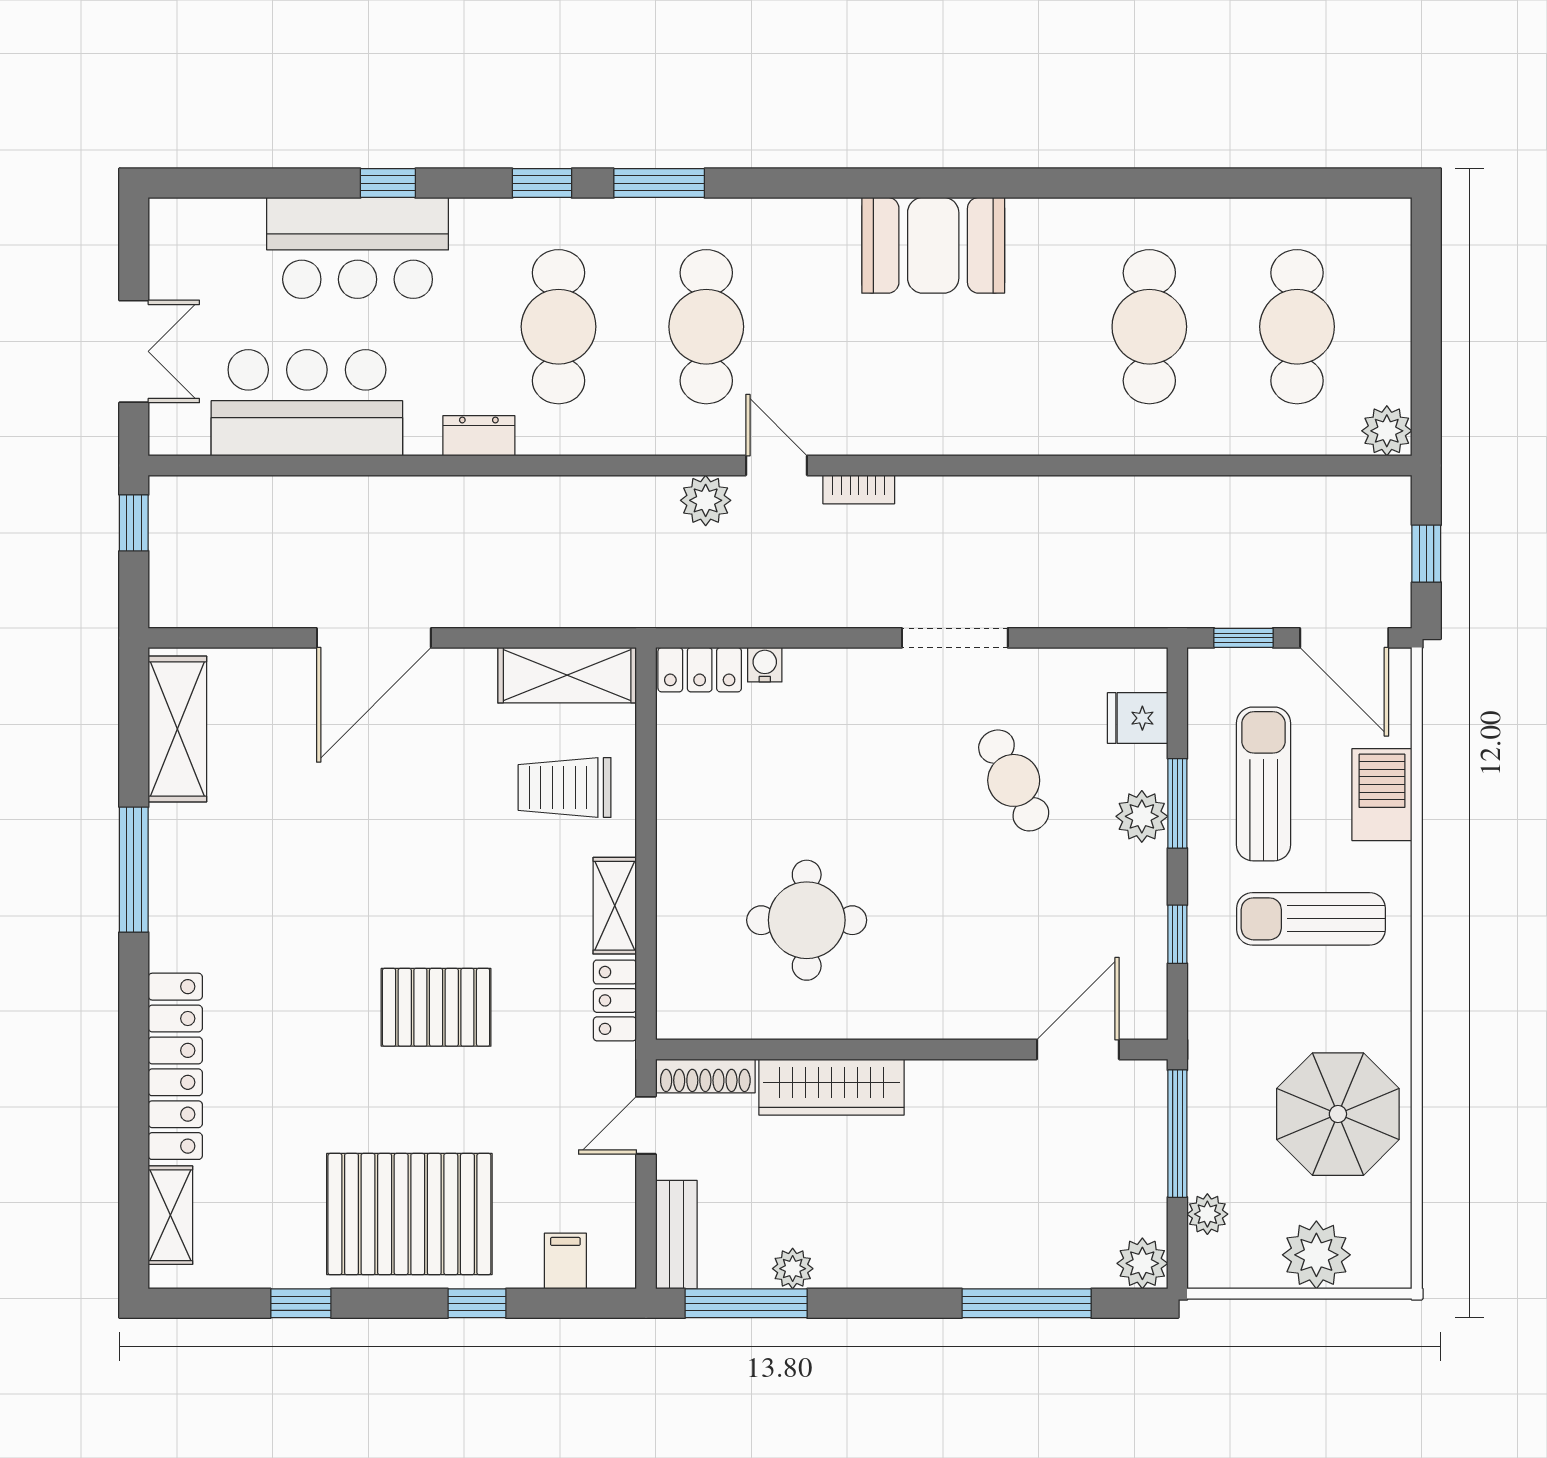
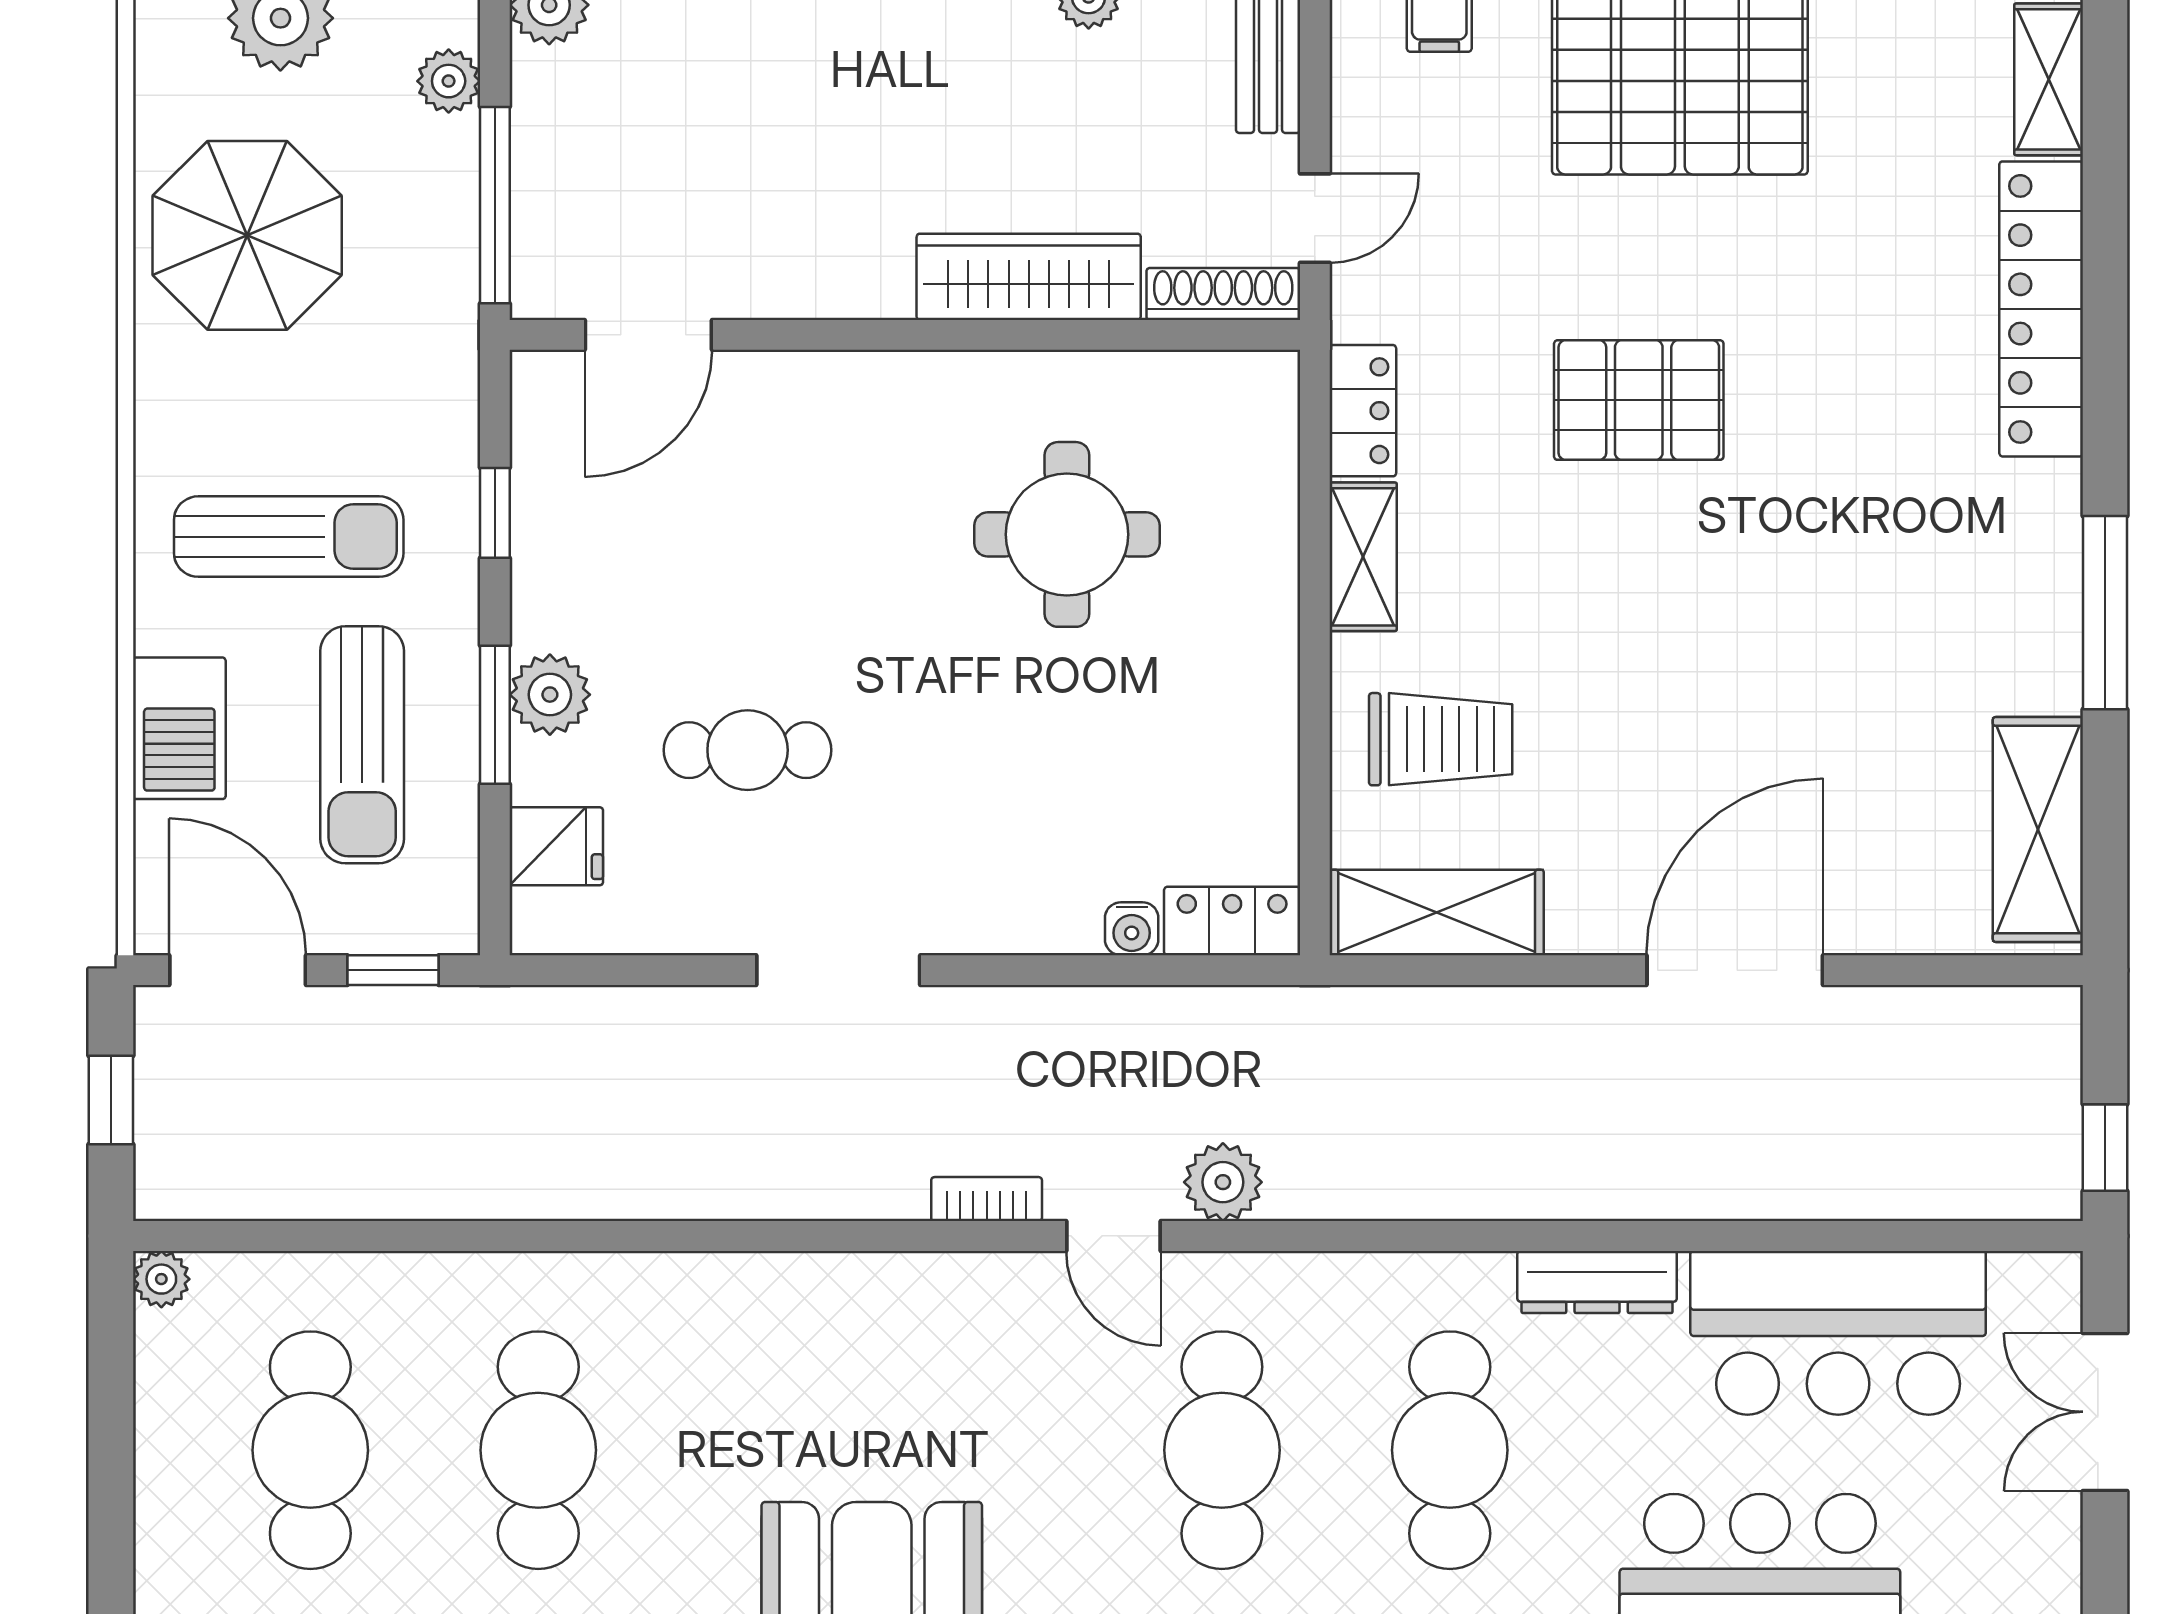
plant: (1387, 431) -> (161, 1279), width x0.73, depth x0.73
dresser: (479, 436) -> (1597, 1282), width x1.44
cafe table: (1014, 780) -> (748, 750), turned -63

